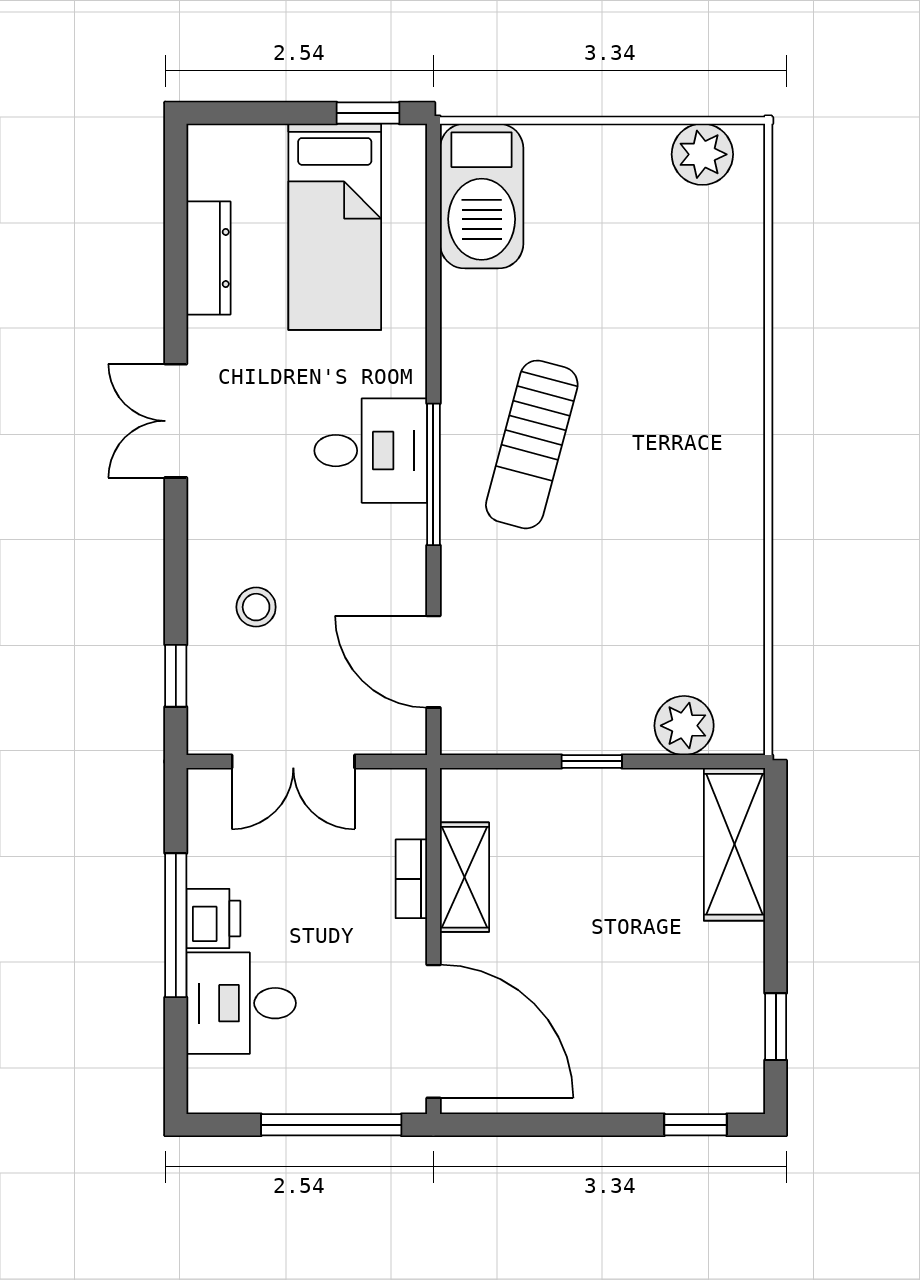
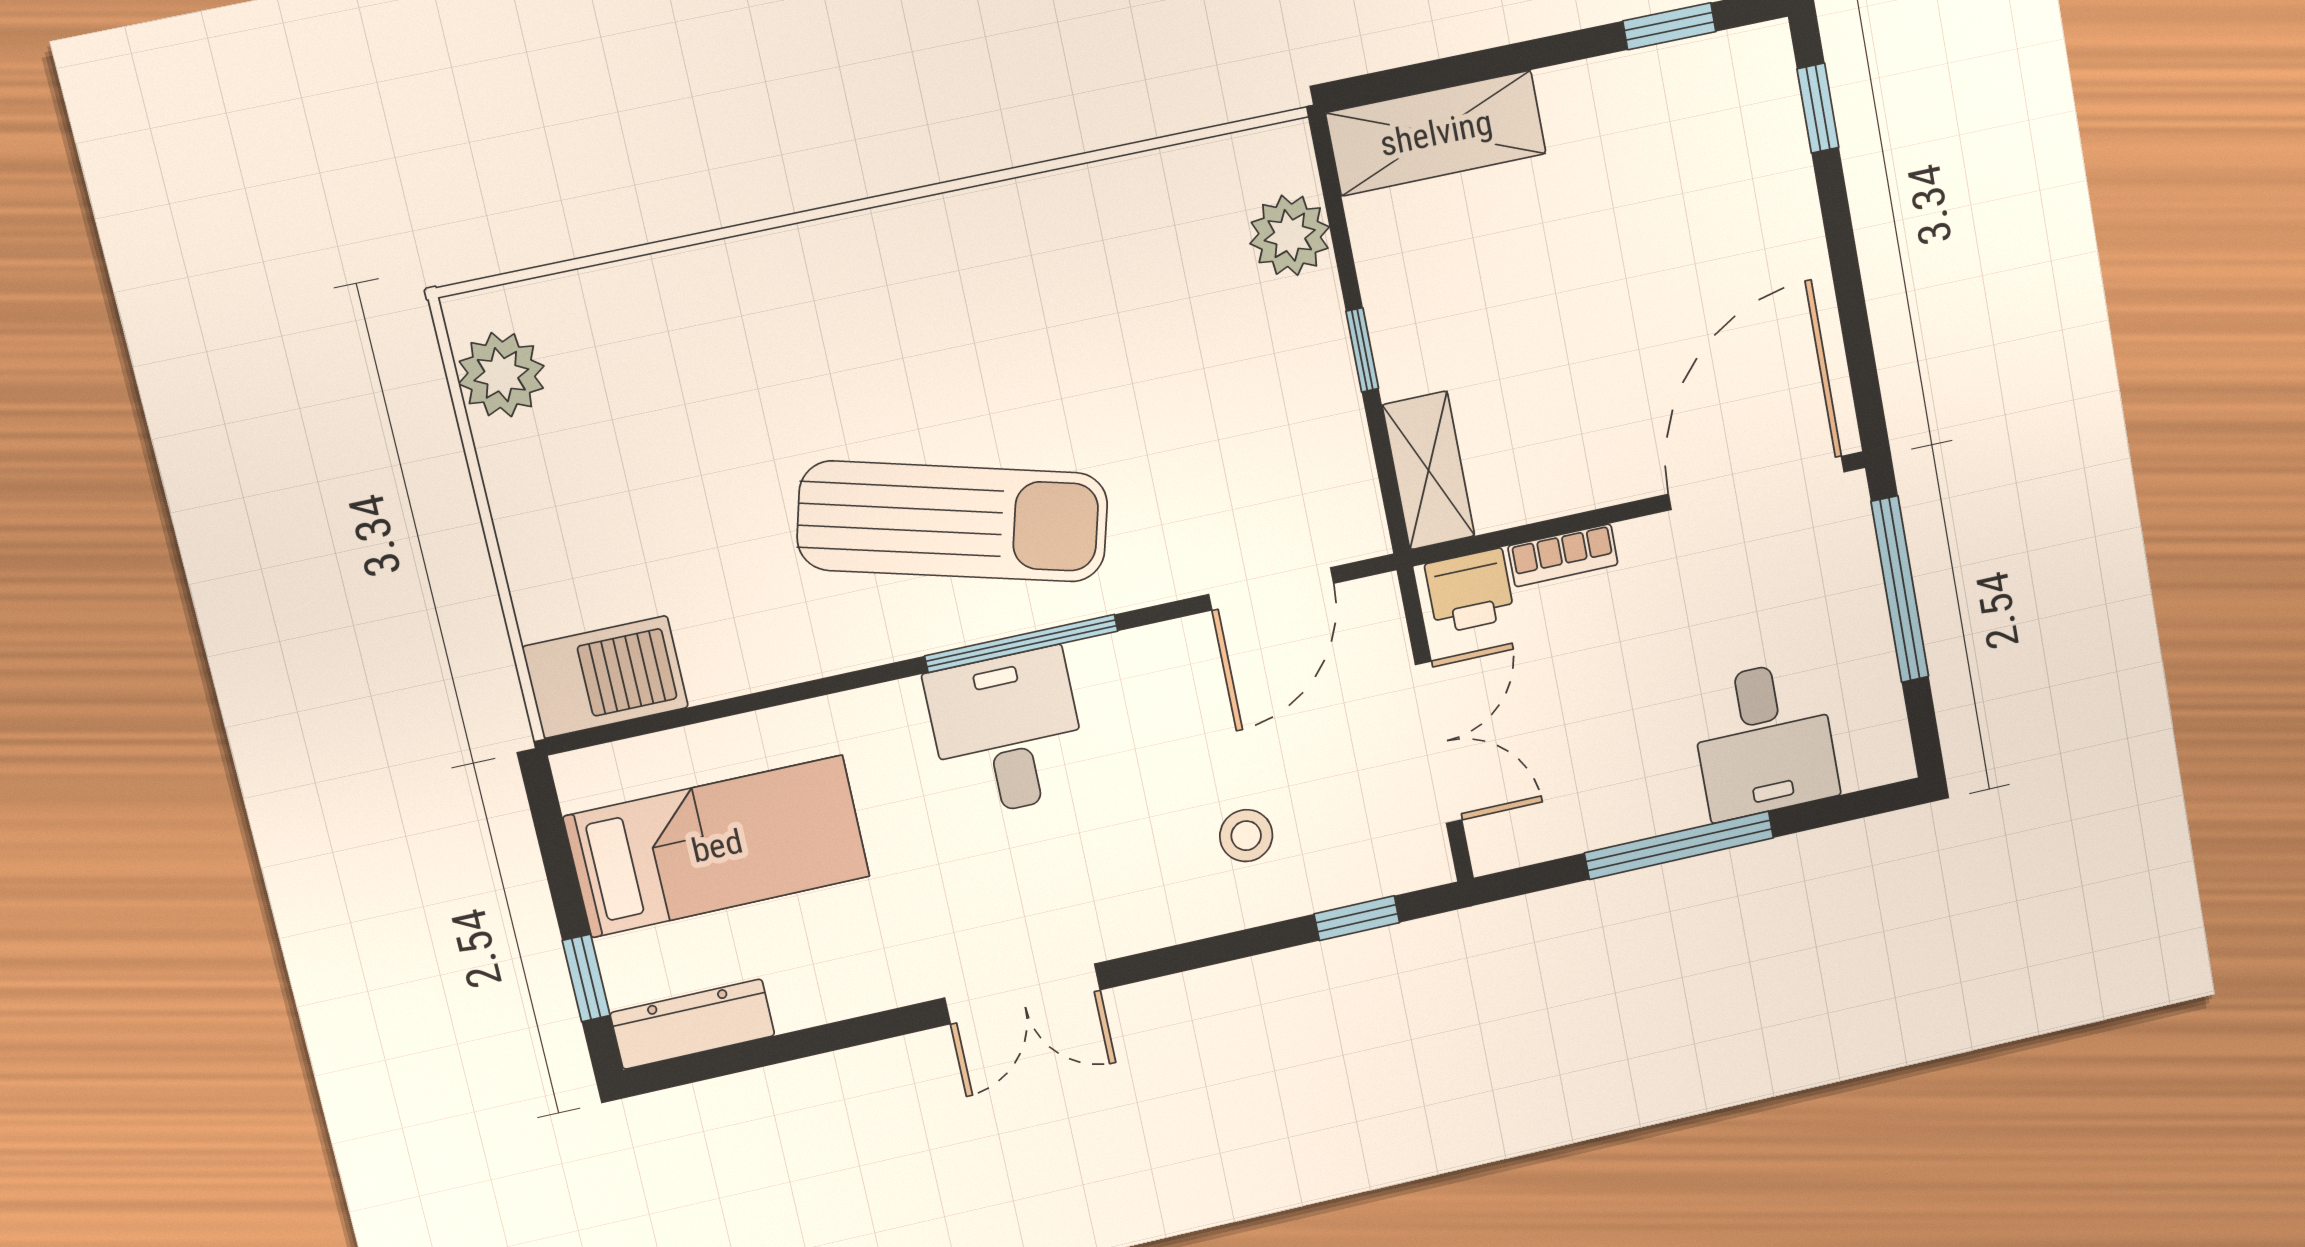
window: (368, 113) -> (586, 978), moved
barbecue: (482, 196) -> (605, 677), width x0.73, depth x0.83
dresser: (208, 258) -> (692, 1024), moved
sun lounger: (532, 444) -> (953, 521), width x1.36, depth x1.34
shelving: (464, 877) -> (1429, 471), moved, turned 90
printer: (213, 919) -> (1470, 591), moved, turned 180

